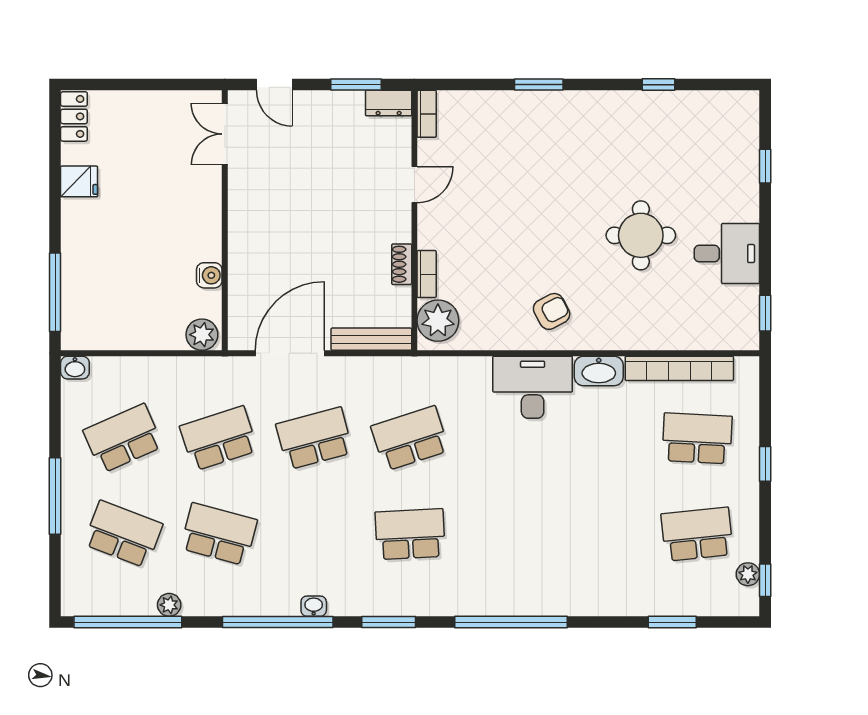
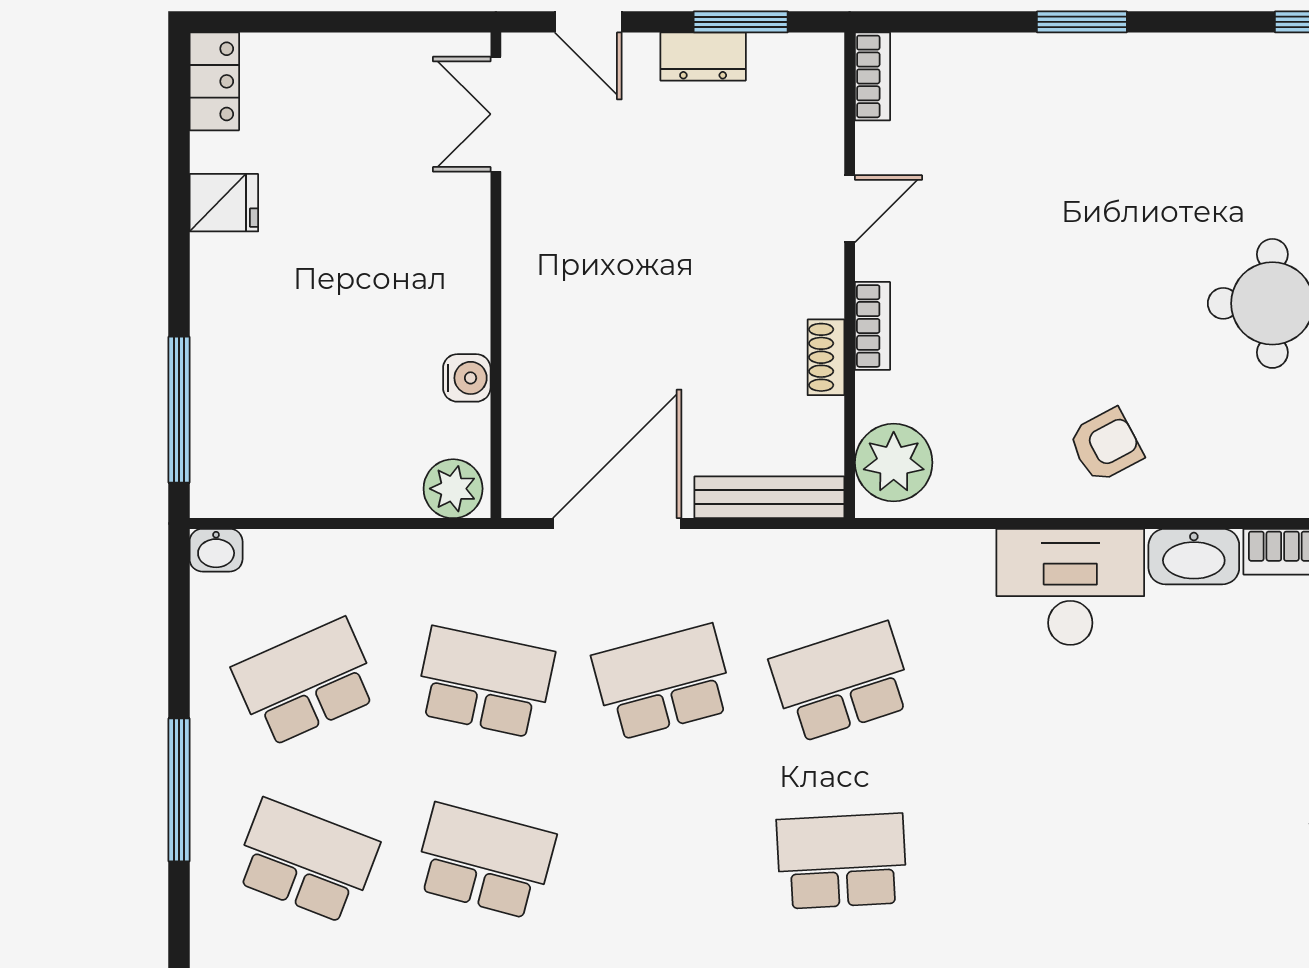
dresser: (389, 103) -> (703, 56), moved
bookcase: (427, 274) -> (872, 326), moved
school desk: (219, 438) -> (485, 682), turned 30

